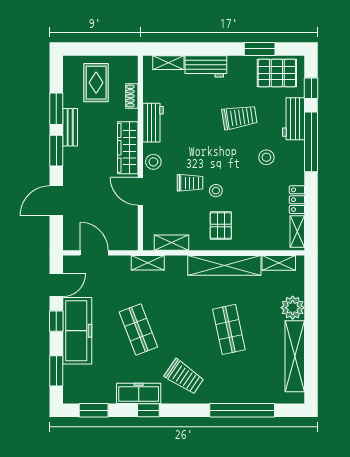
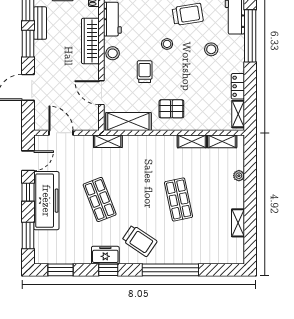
trolley: (190, 183) -> (145, 72), turned -90
door: (140, 191) -> (101, 93), moved
stool: (216, 191) -> (167, 44), moved
pallet: (221, 226) -> (171, 109), turned 90
shelving: (171, 243) -> (128, 121), width x1.50, depth x1.33
shelving: (224, 265) -> (192, 141), width x0.45, depth x0.75
plant: (293, 308) -> (239, 176), width x0.53, depth x0.53
shelving: (295, 356) -> (238, 223), width x0.45, depth x0.75
freezer: (139, 393) -> (105, 255), width x0.71
window: (242, 410) -> (170, 270), moved

